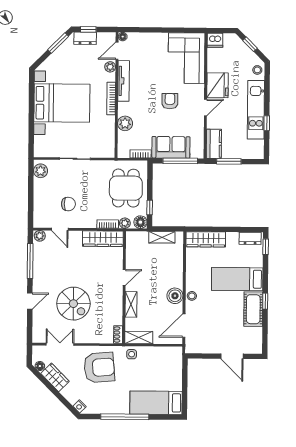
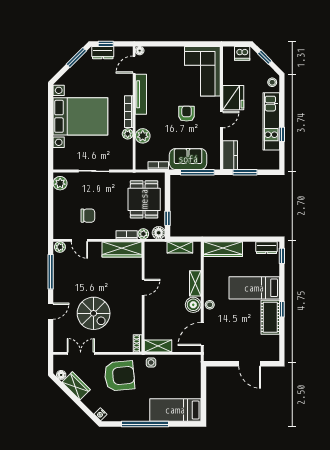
dishwasher: (215, 40) -> (242, 53), moved
plant: (110, 67) -> (128, 134), moved
shelving: (131, 304) -> (195, 283), moved

